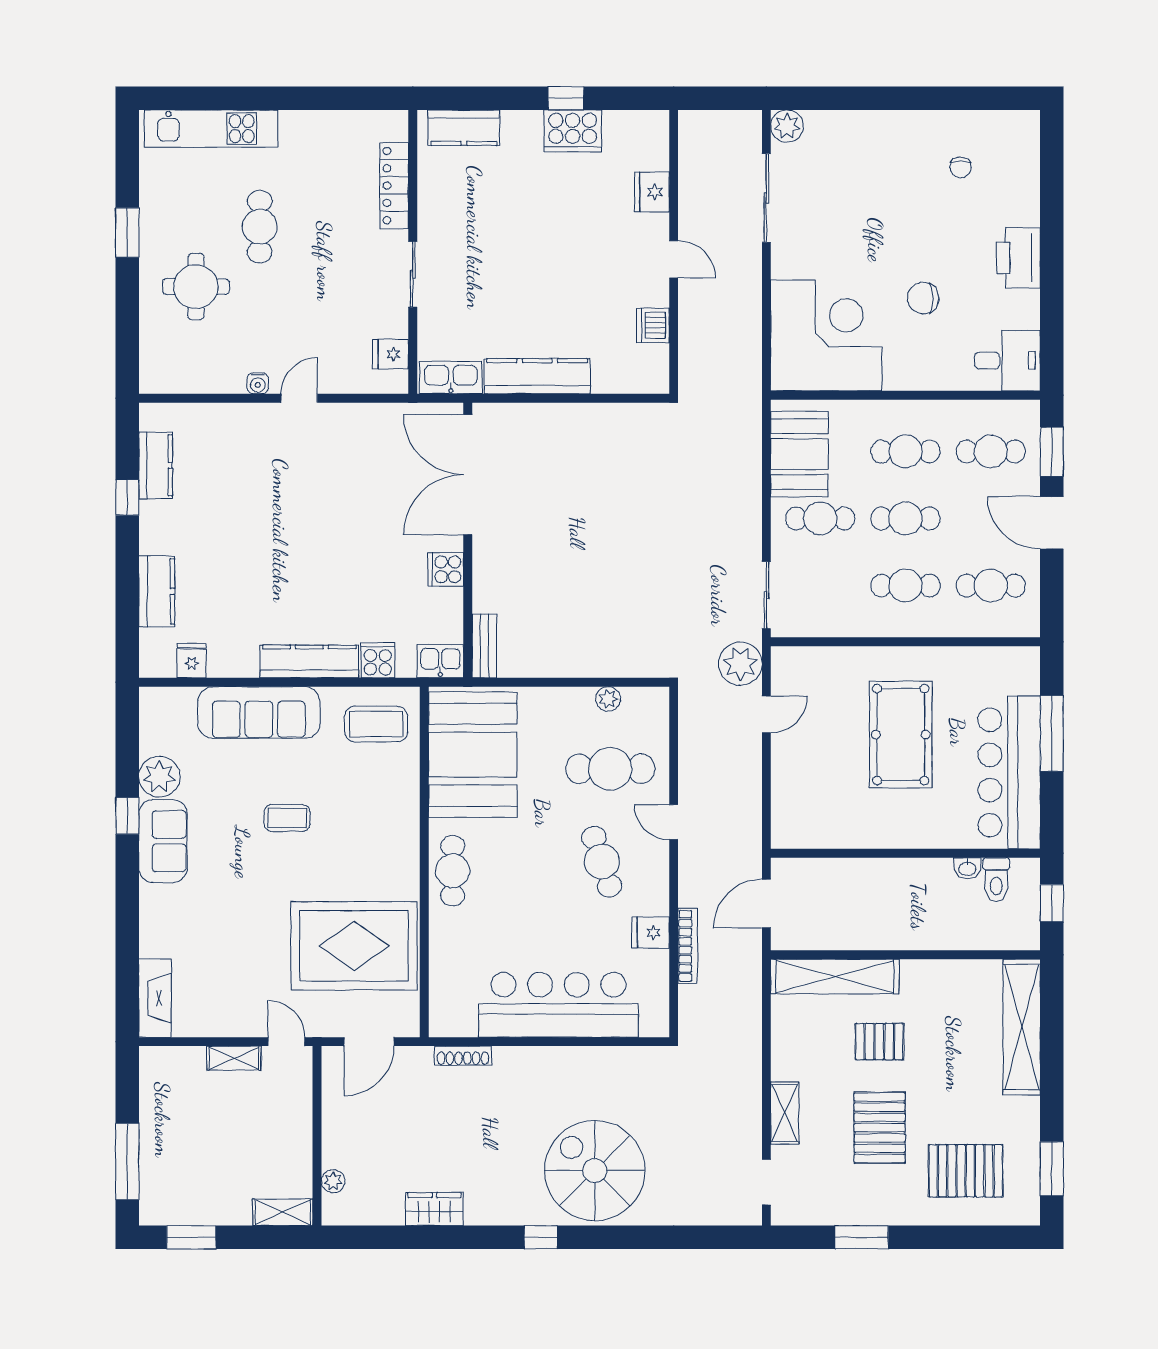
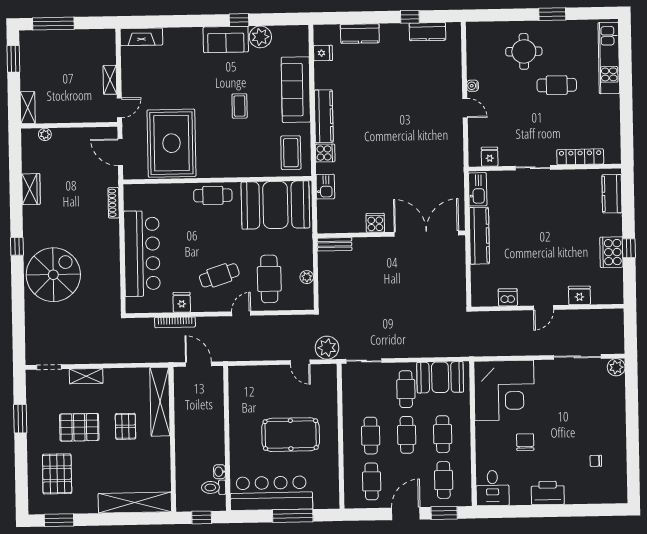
double door: (468, 475) -> (426, 234), moved
wall: (468, 540) -> (391, 234), moved
cooker: (446, 569) -> (375, 223), moved
bench: (484, 646) -> (335, 244), moved

